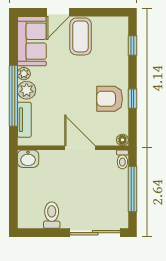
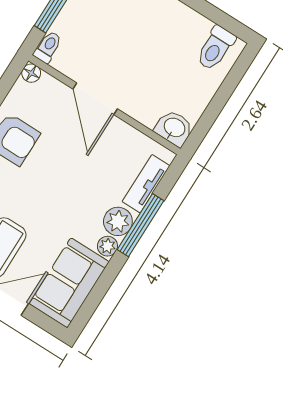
window: (13, 96) -> (140, 225), width x0.68
toilet: (52, 215) -> (215, 48), moved

